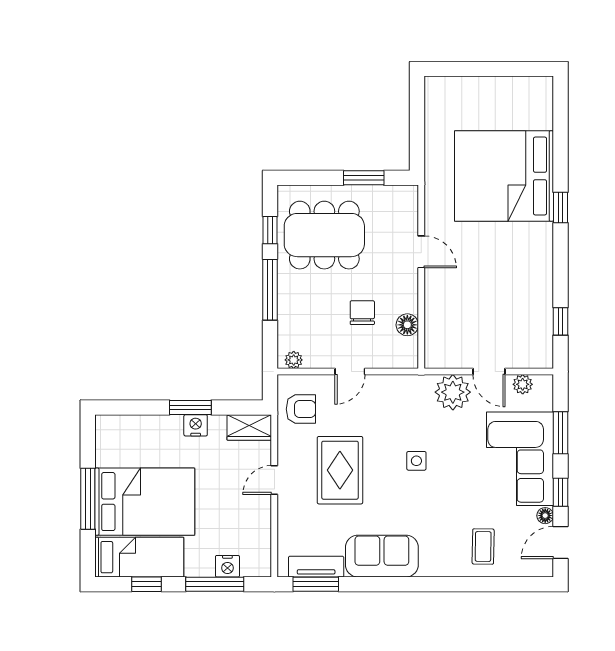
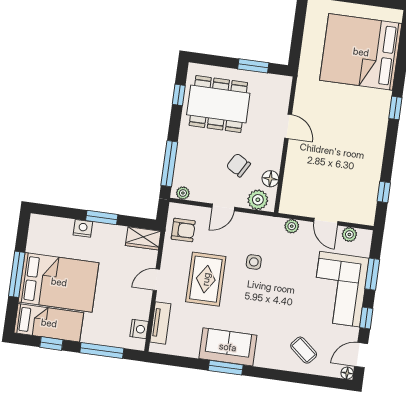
bed: (504, 176) -> (361, 52), moved
window: (270, 290) -> (169, 164), moved
chair: (362, 313) -> (238, 165), turned -60
plant: (395, 355) -> (258, 200), added
plant: (453, 392) -> (292, 226), width x0.53, depth x0.53
nightstand: (196, 425) -> (83, 228), moved
side table: (416, 461) -> (254, 262), moved
floor lamp: (545, 516) -> (347, 373), moved
coffee table: (483, 547) -> (304, 350), turned -51
nightstand: (227, 566) -> (139, 329), moved, turned -90
tv unit: (316, 567) -> (160, 323), moved, turned 90
window: (316, 584) -> (226, 368), moved

